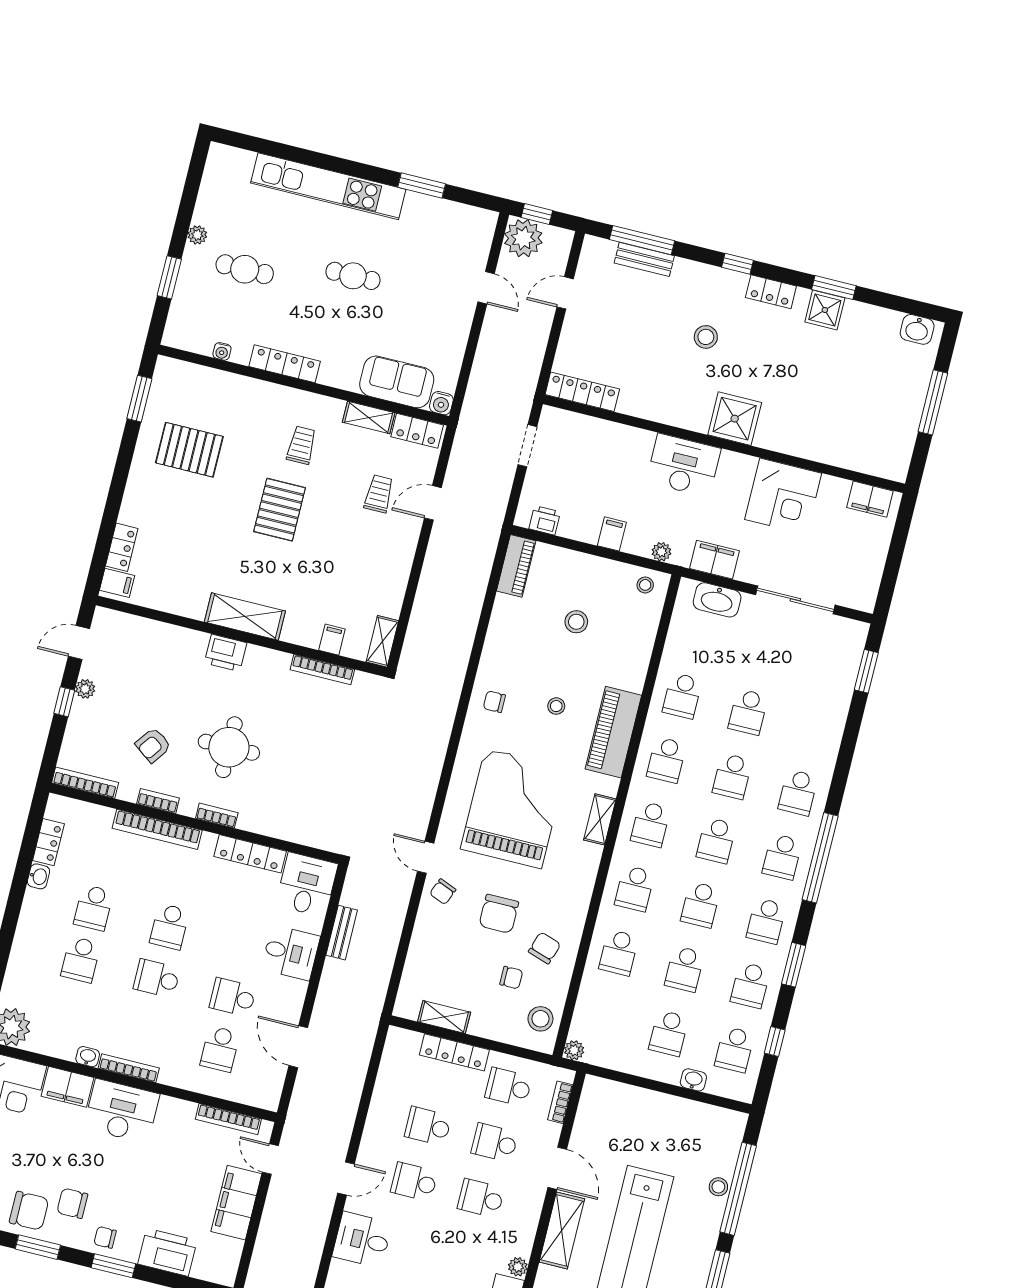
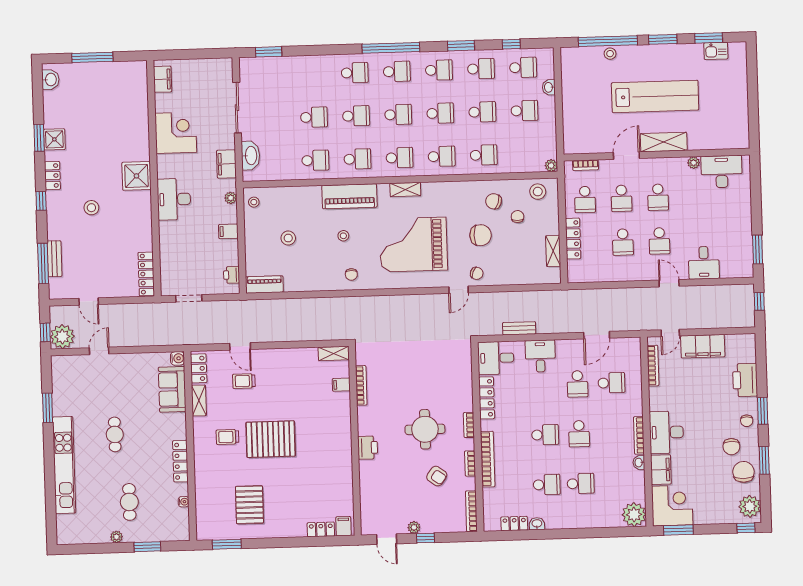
pallet: (280, 510) -> (271, 439), width x1.37, depth x1.41
shelving: (245, 616) -> (342, 442), removed

